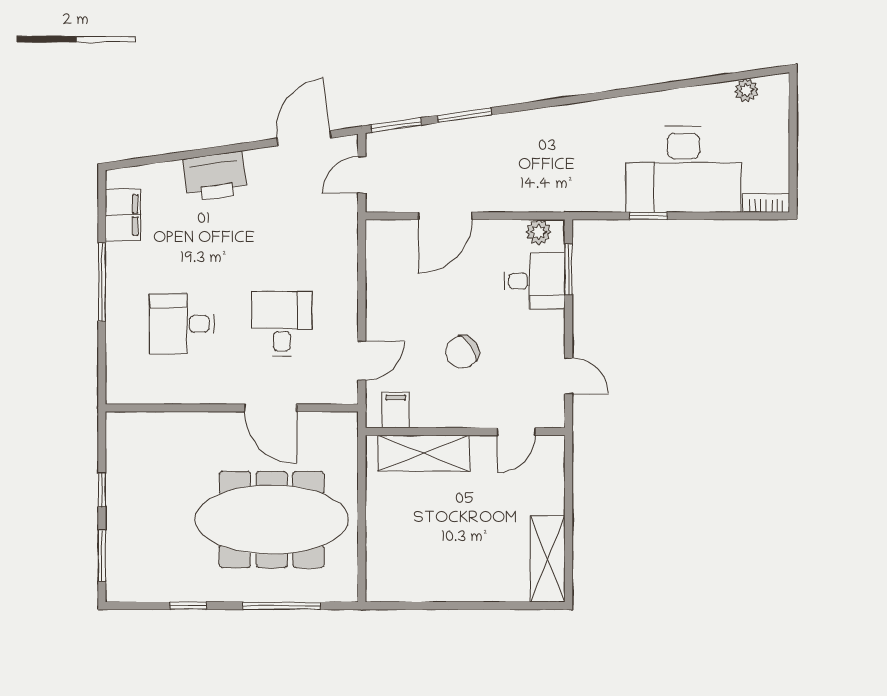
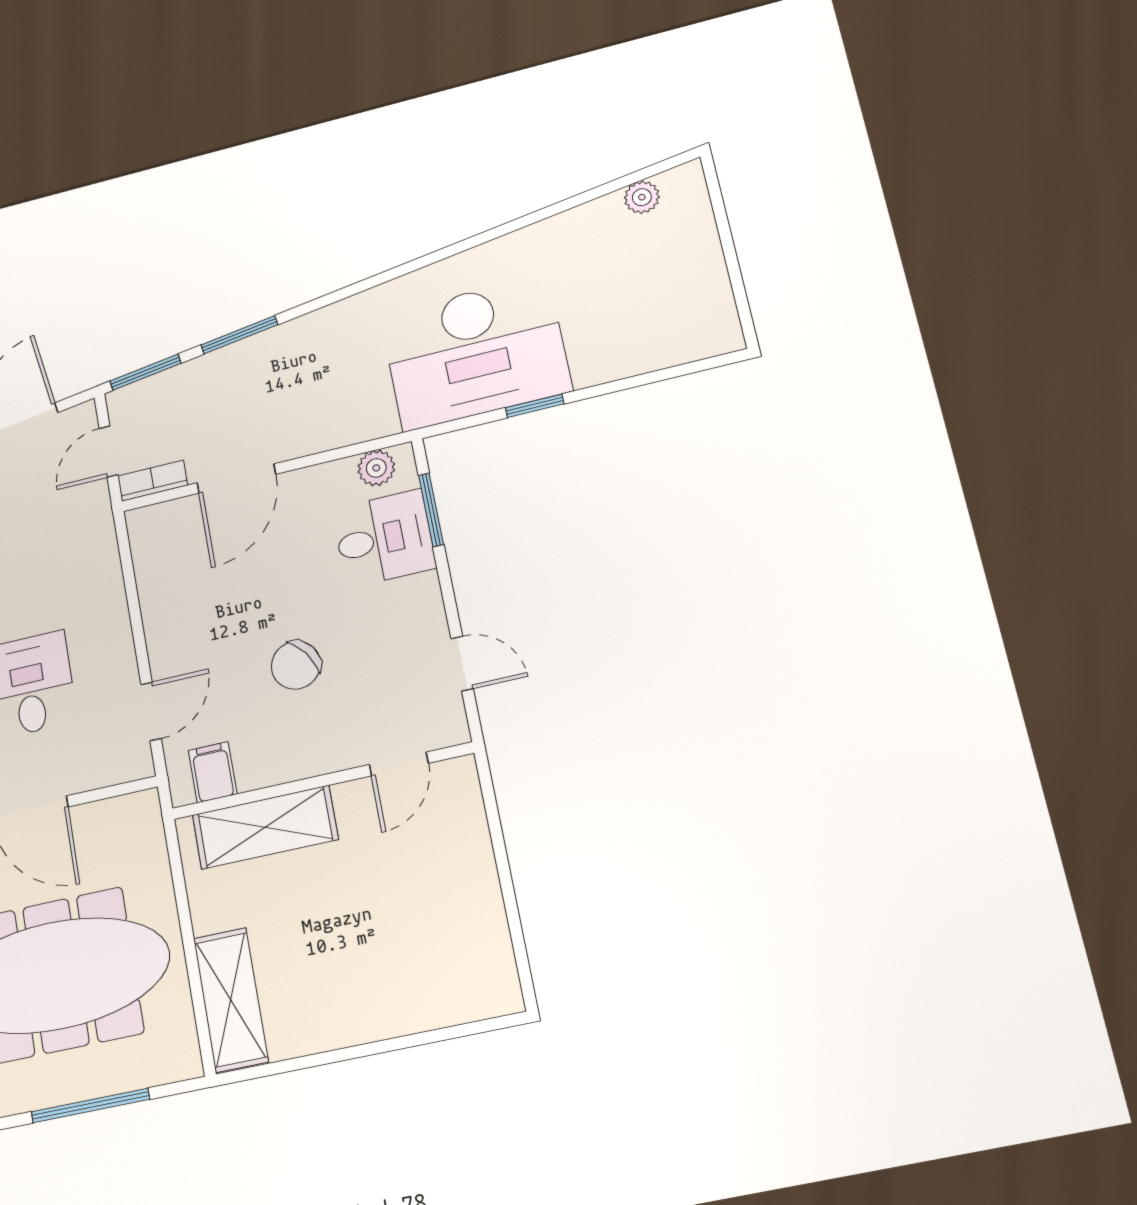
desk: (683, 169) -> (475, 353), moved
bookcase: (766, 203) -> (153, 481), moved
shelving: (548, 559) -> (231, 1000), moved

